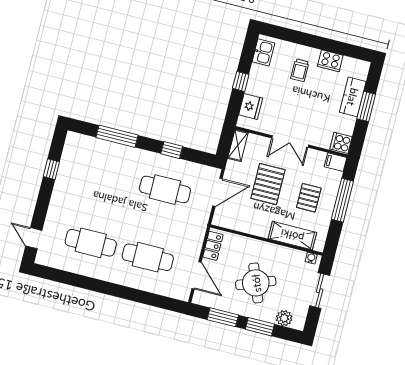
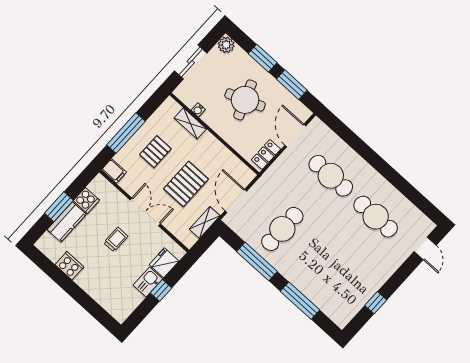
kitchen sink: (263, 52) -> (148, 282), moved
trolley: (300, 70) -> (116, 239), moved
cooker: (341, 143) -> (86, 200), moved
shelving: (238, 145) -> (205, 222), moved
window: (172, 150) -> (257, 262), width x2.17
cafe table: (165, 190) -> (282, 229), turned 90
door: (217, 192) -> (236, 201), hinge flipped
shelving: (292, 236) -> (190, 123), width x0.67, depth x0.75
water cooler: (311, 258) -> (198, 110), moved
plant: (284, 318) -> (226, 45), moved

